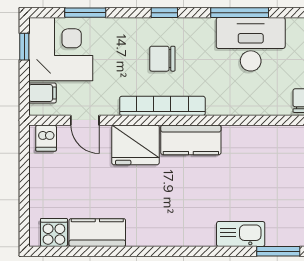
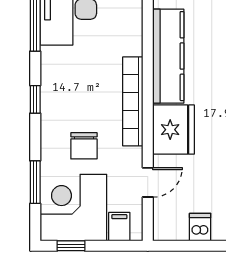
chair: (162, 59) -> (84, 146), moved
dishwasher: (46, 138) -> (200, 227), moved, turned -90
kitchen counter: (191, 140) -> (168, 56), width x1.50

